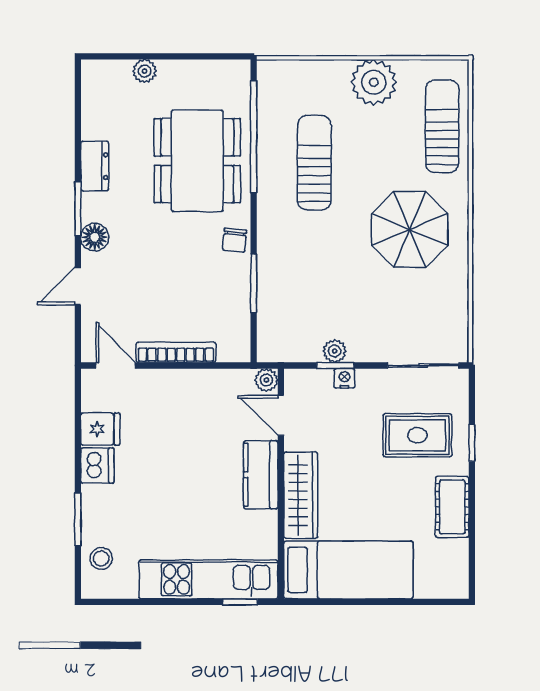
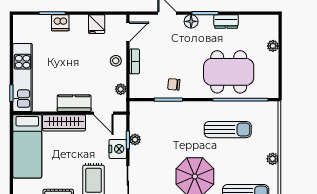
plant: (374, 82) -> (273, 159), width x0.53, depth x0.53
chair: (235, 240) -> (174, 84), moved
bookcase: (176, 352) -> (134, 61), width x0.64
nightstand: (344, 378) -> (118, 149), width x1.89, depth x1.79
plant: (266, 380) -> (121, 89), moved
door: (281, 415) -> (103, 113), swing flipped
dishwasher: (97, 465) -> (60, 23), moved
stool: (101, 558) -> (116, 61), moved

